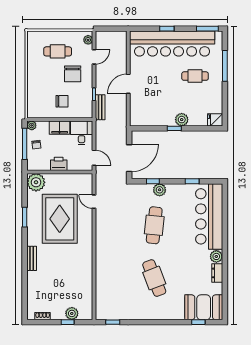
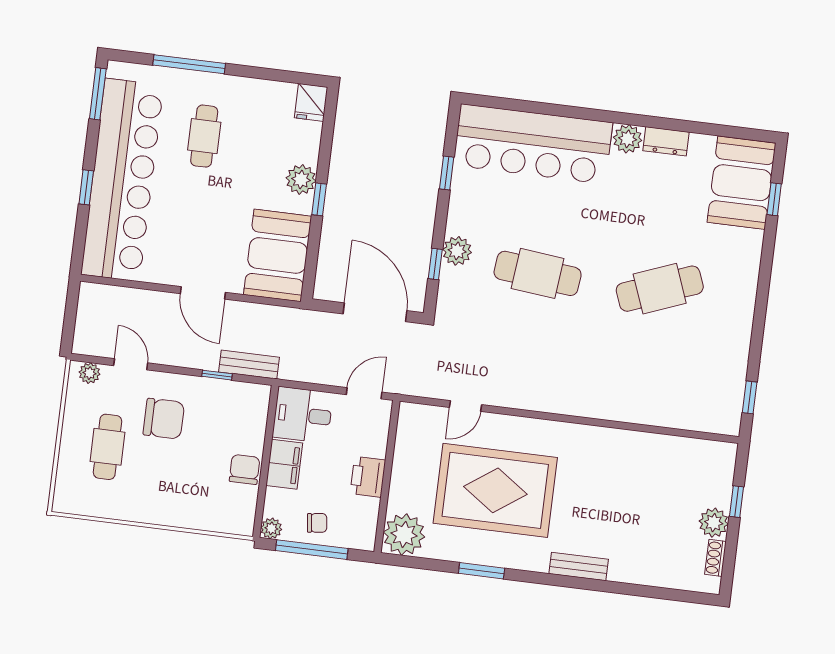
chair: (62, 101) -> (245, 469), moved
booth: (148, 114) -> (278, 255), added
plant: (72, 313) -> (714, 523), moved

